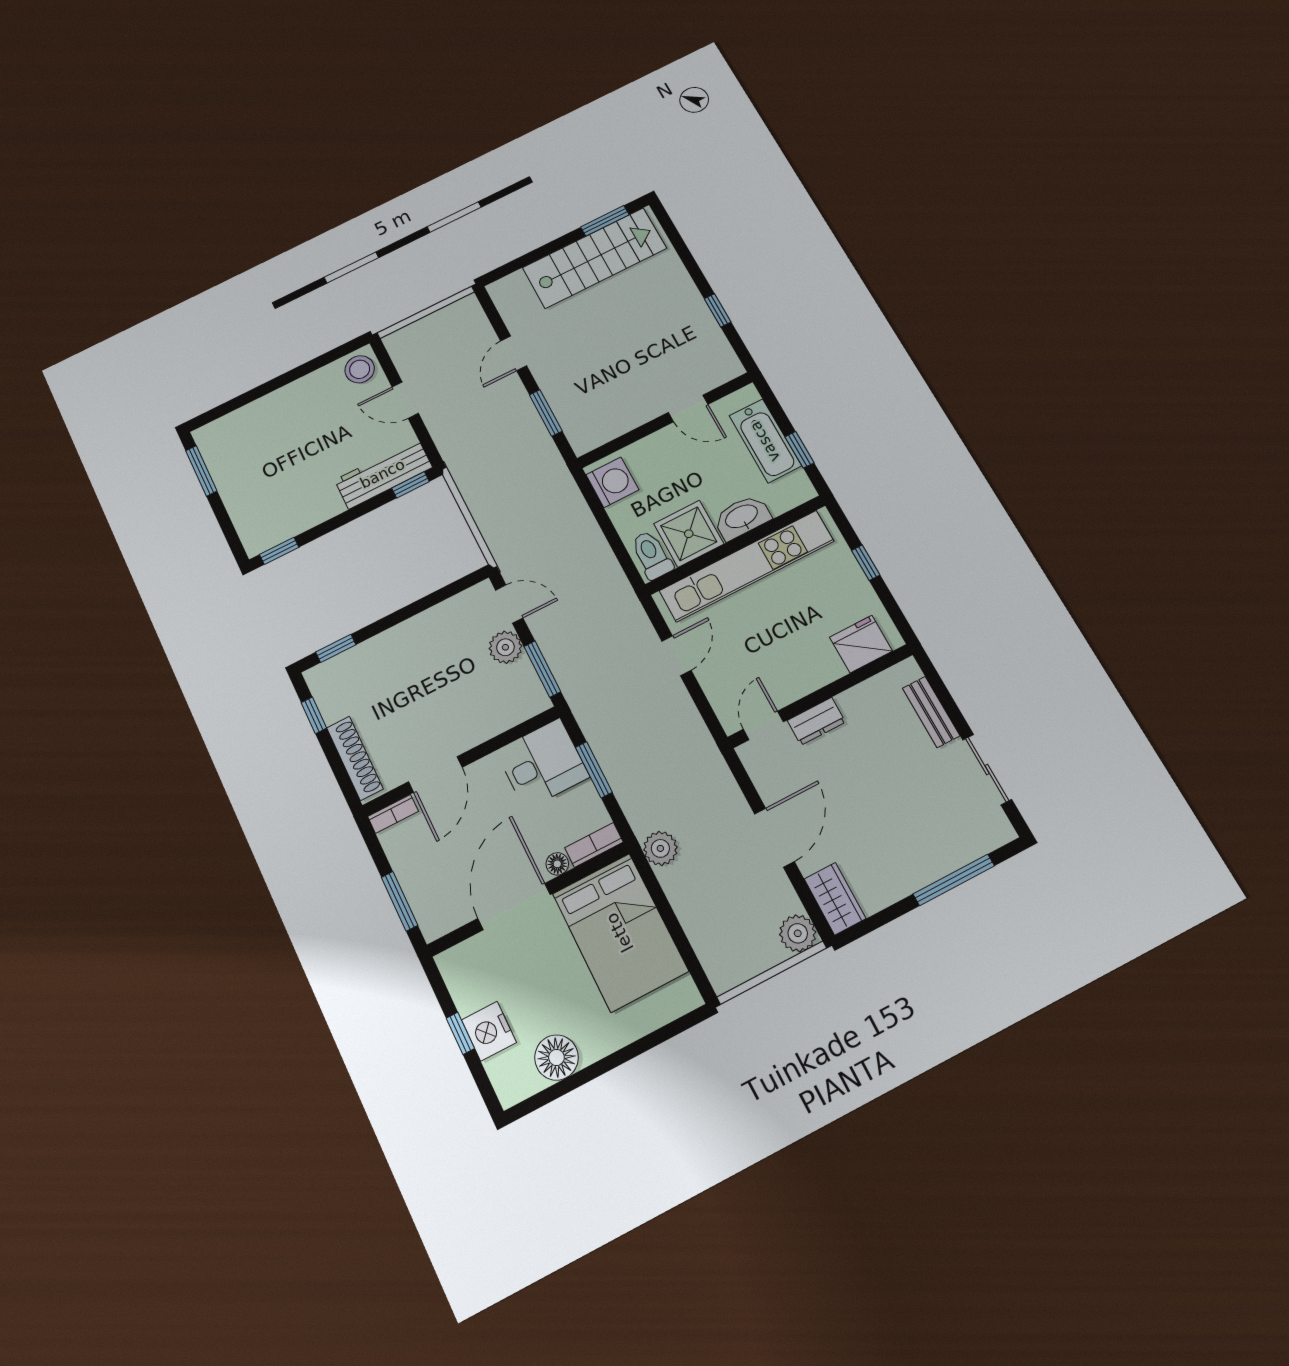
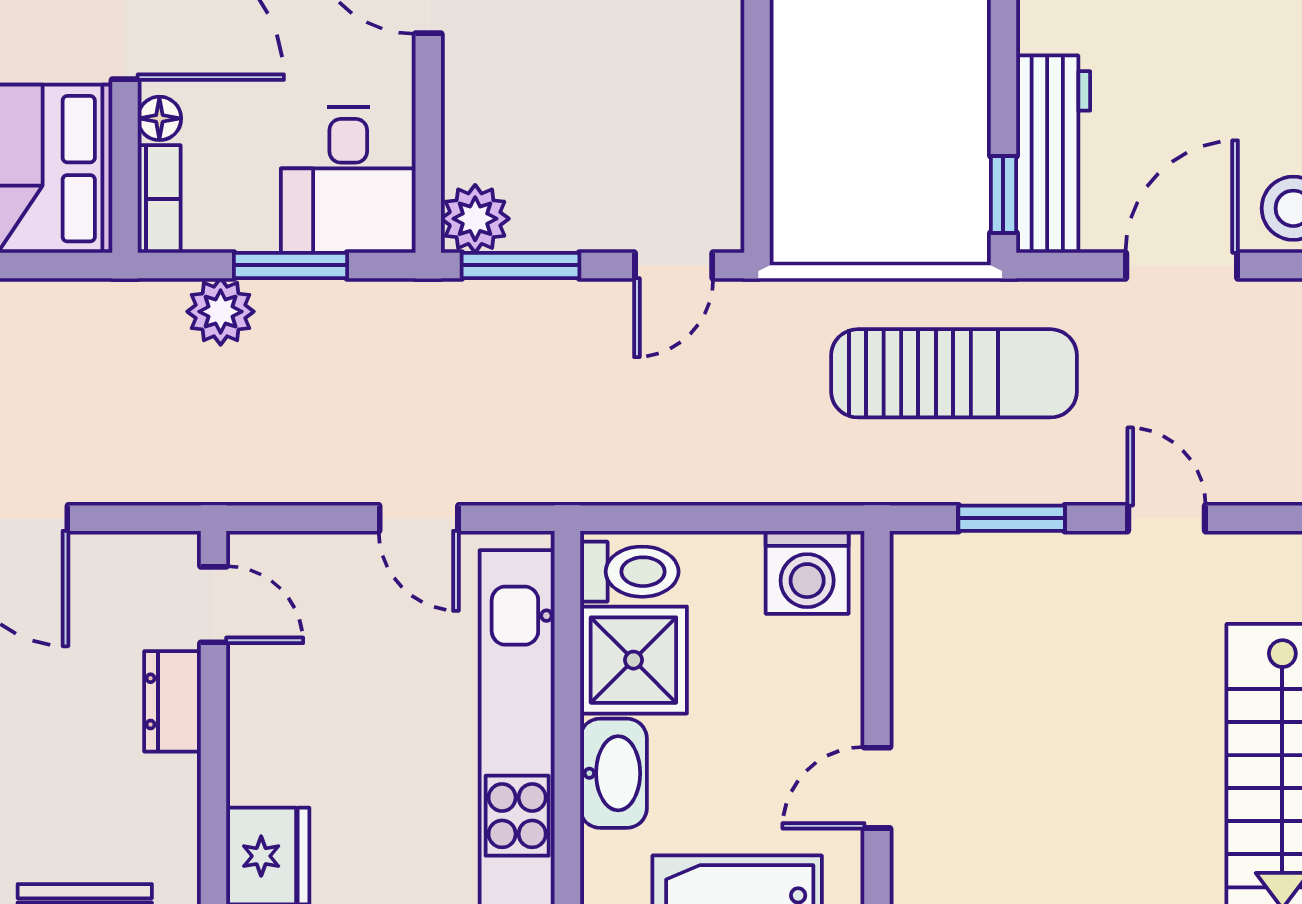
door: (405, 400) -> (1182, 265), width x1.38
sun lounger: (497, 466) -> (954, 373), added
plant: (505, 647) -> (475, 219), moved
plant: (660, 848) -> (221, 312), moved

